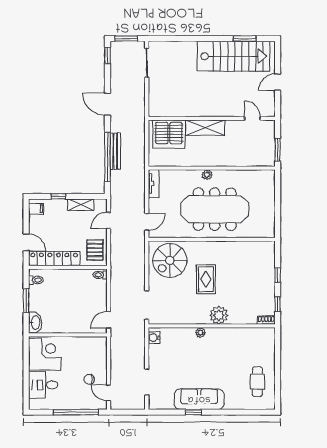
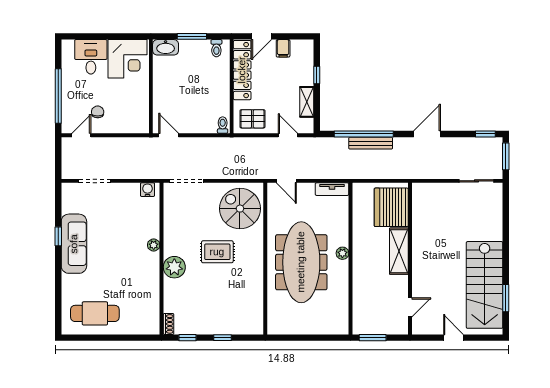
filing cabinet: (36, 209) -> (283, 48), moved
cafe table: (257, 382) -> (95, 313), width x1.37, depth x1.35

